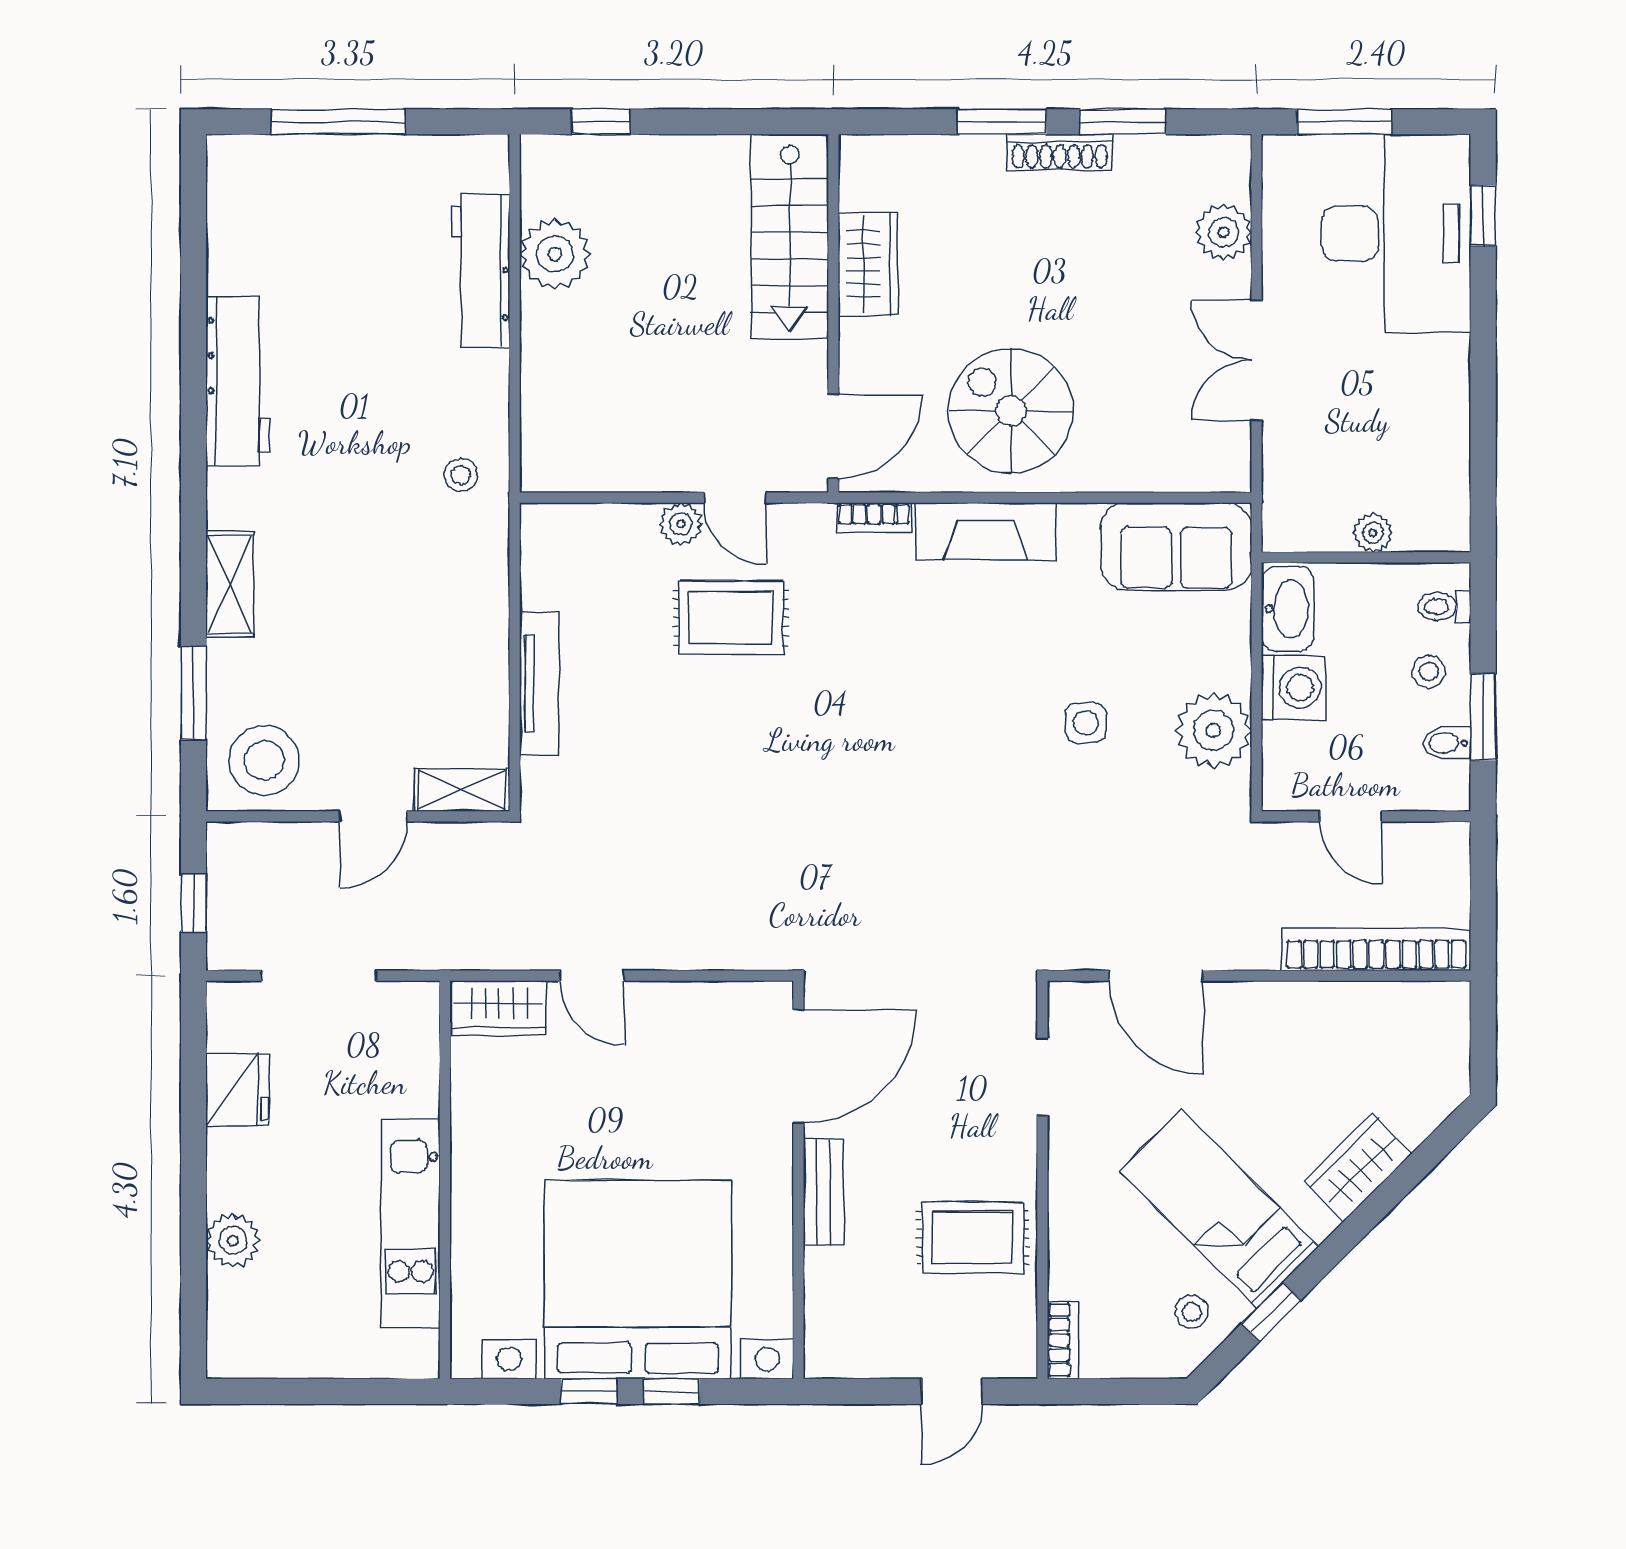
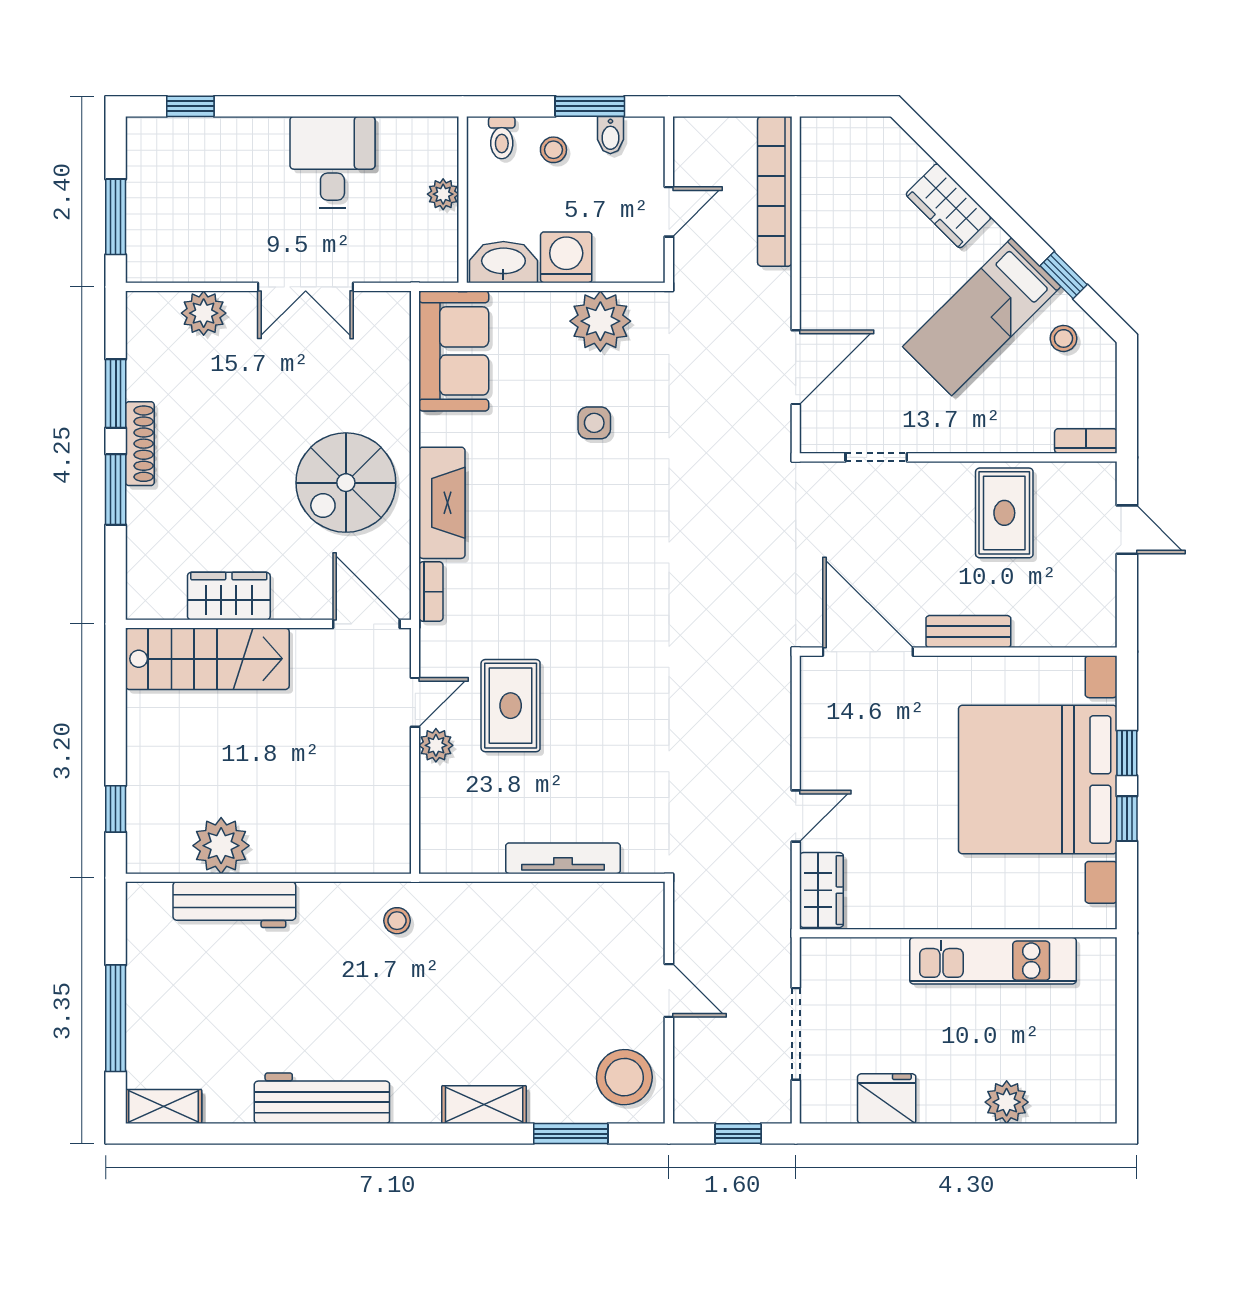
desk: (1396, 234) -> (332, 162), moved, width x0.53, depth x0.77
shelving: (462, 790) -> (164, 1107), moved, turned 90

